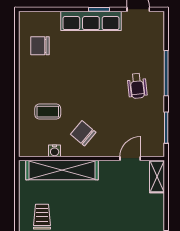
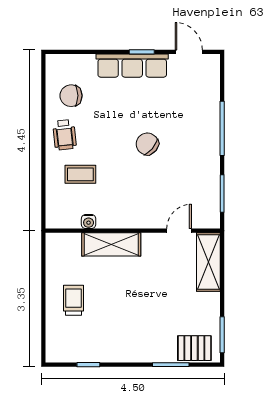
wheelchair: (137, 86) -> (64, 135), moved
chair: (83, 133) -> (147, 144), moved
shelving: (62, 170) -> (111, 244), width x0.68
shelving: (157, 177) -> (208, 262), width x1.50, depth x1.33

